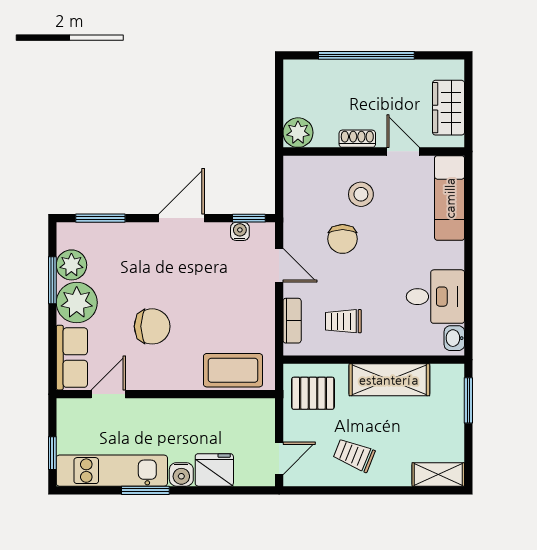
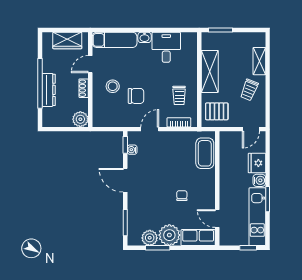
dresser: (354, 72) -> (49, 90), added
chair: (152, 326) -> (182, 196), width x0.54, depth x0.54
washbasin: (454, 338) -> (145, 37), moved
pallet: (313, 393) -> (217, 111), turned 90
door: (279, 458) -> (251, 129), swing flipped
shelving: (438, 474) -> (259, 61), moved

